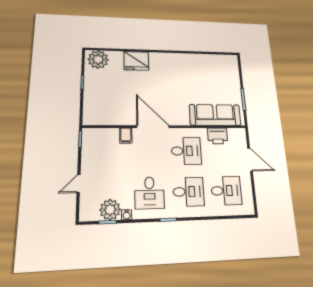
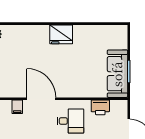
fridge: (136, 61) -> (61, 34), moved
sofa: (215, 115) -> (117, 74), moved, turned -90

